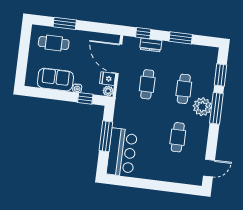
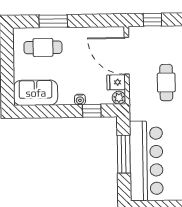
dresser: (151, 45) -> (164, 33), removed
sofa: (55, 80) -> (36, 93), moved
bar counter: (122, 152) -> (146, 161), width x1.36

